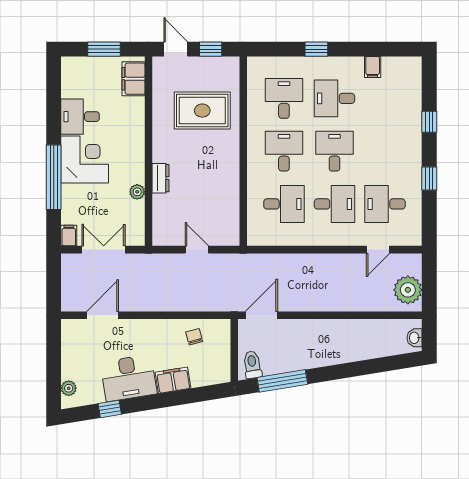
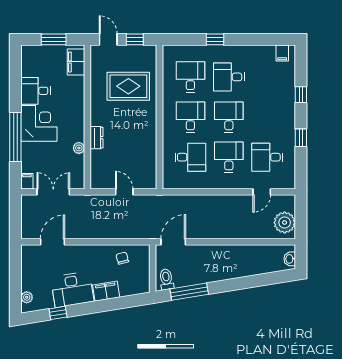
filing cabinet: (373, 67) -> (282, 53), moved
desk: (334, 204) -> (229, 157), turned -90

